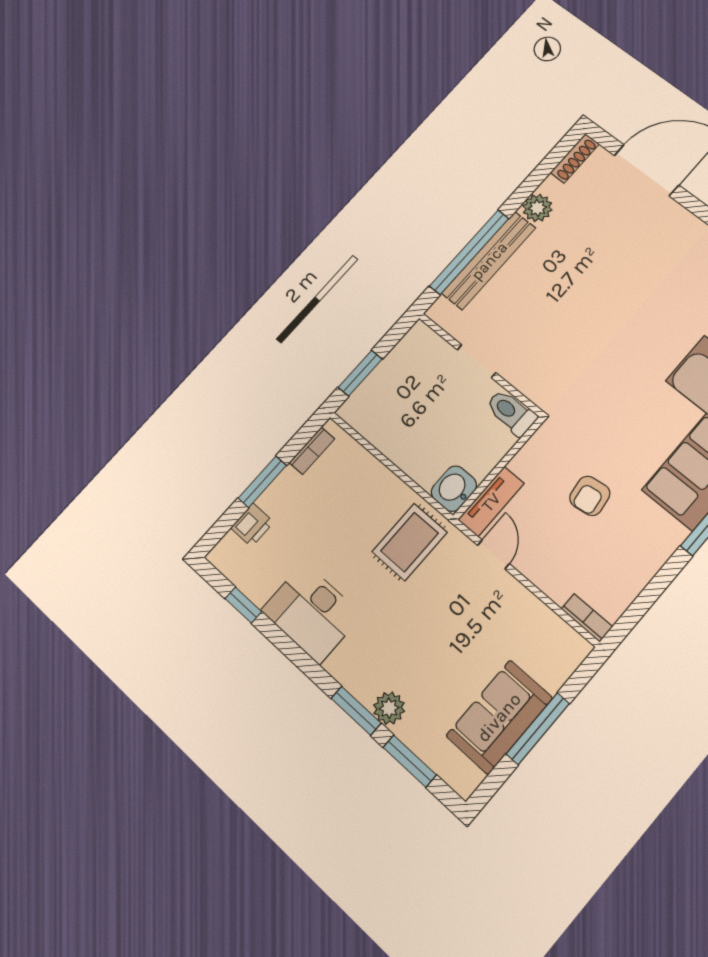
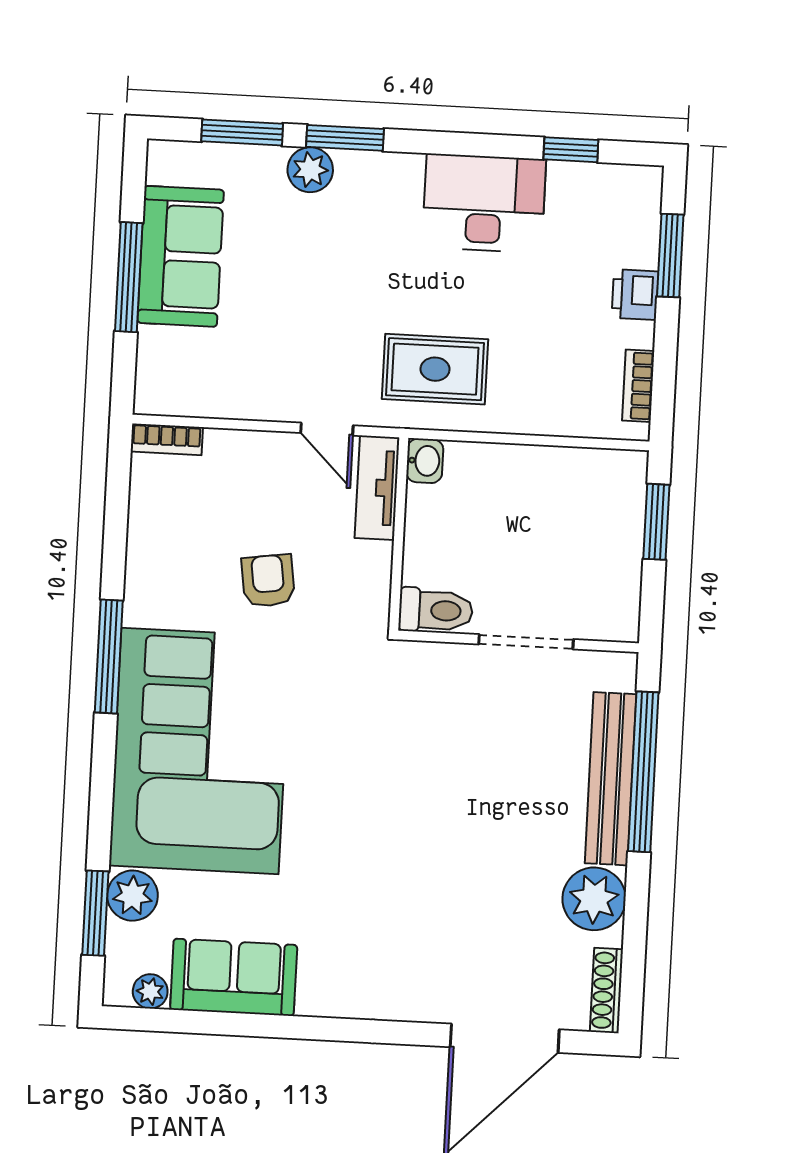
plant: (537, 208) -> (594, 899), width x1.36, depth x1.36
doorway: (477, 361) -> (526, 642), width x1.38
window: (262, 482) -> (670, 255), moved
washbasin: (454, 489) -> (425, 461), width x0.72, depth x0.69
printer: (252, 525) -> (635, 295), moved
rug: (409, 542) -> (435, 369), turned 90

